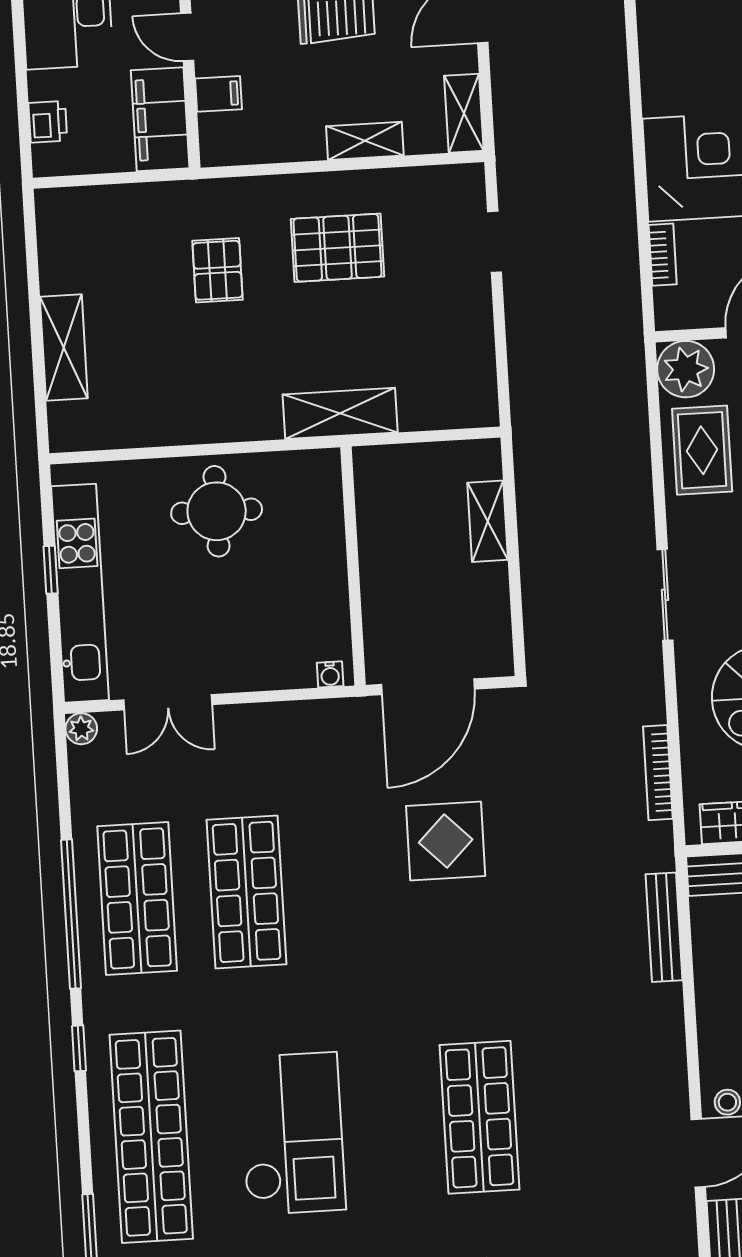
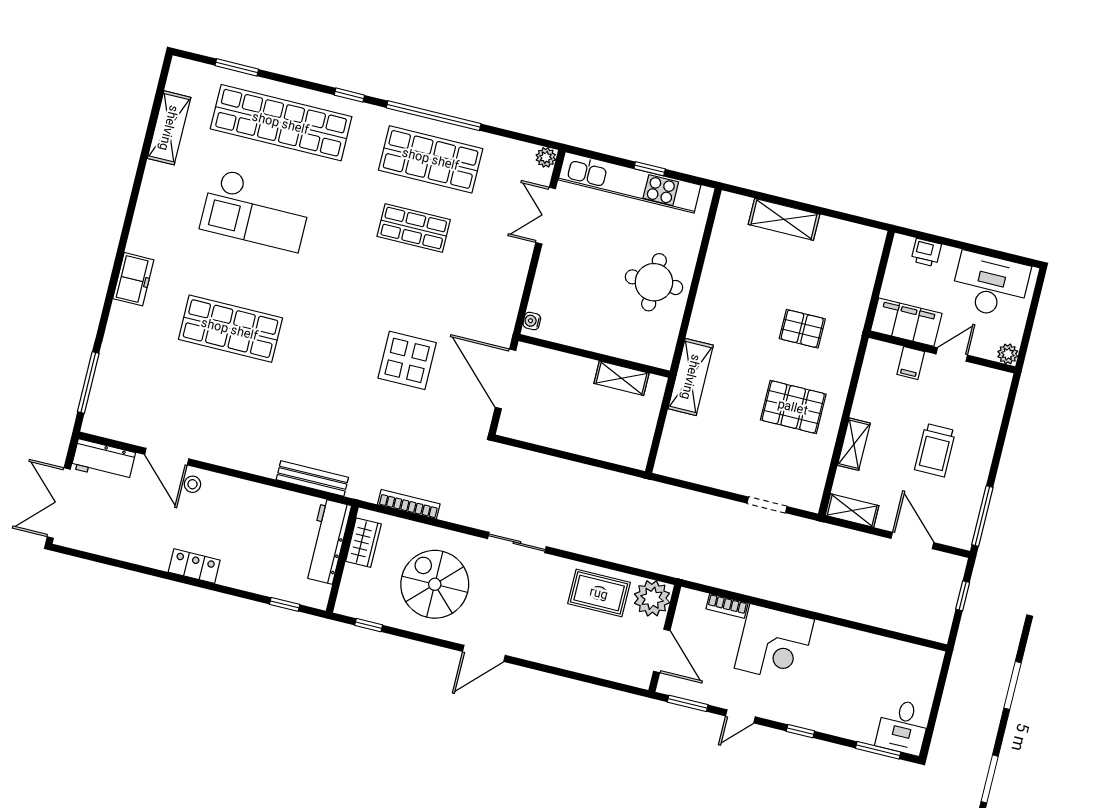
pallet: (338, 248) -> (793, 407), turned 90
shelving: (488, 521) -> (621, 378), moved
shop shelf: (247, 892) -> (414, 228), width x0.70, depth x0.74

